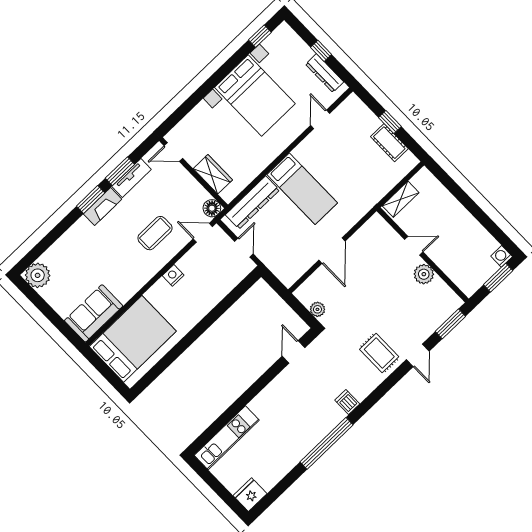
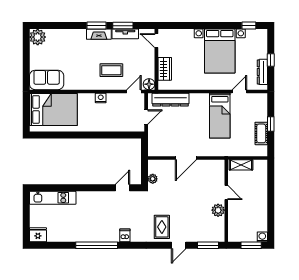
bed: (302, 189) -> (220, 116), moved
door: (203, 233) -> (134, 91), hinge flipped

